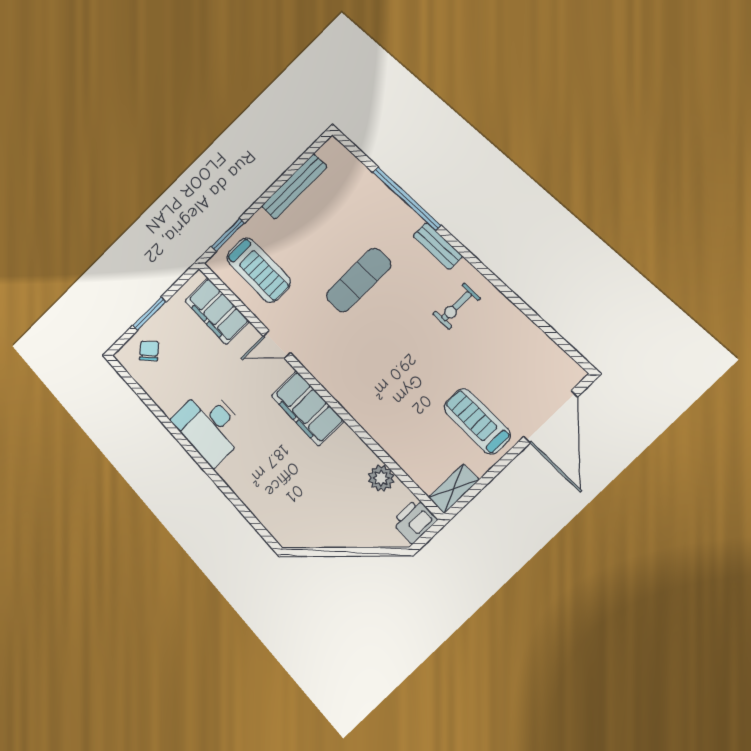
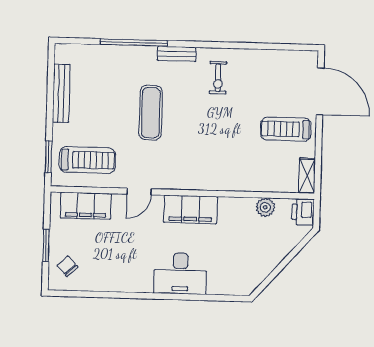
desk: (210, 426) -> (180, 273), moved

